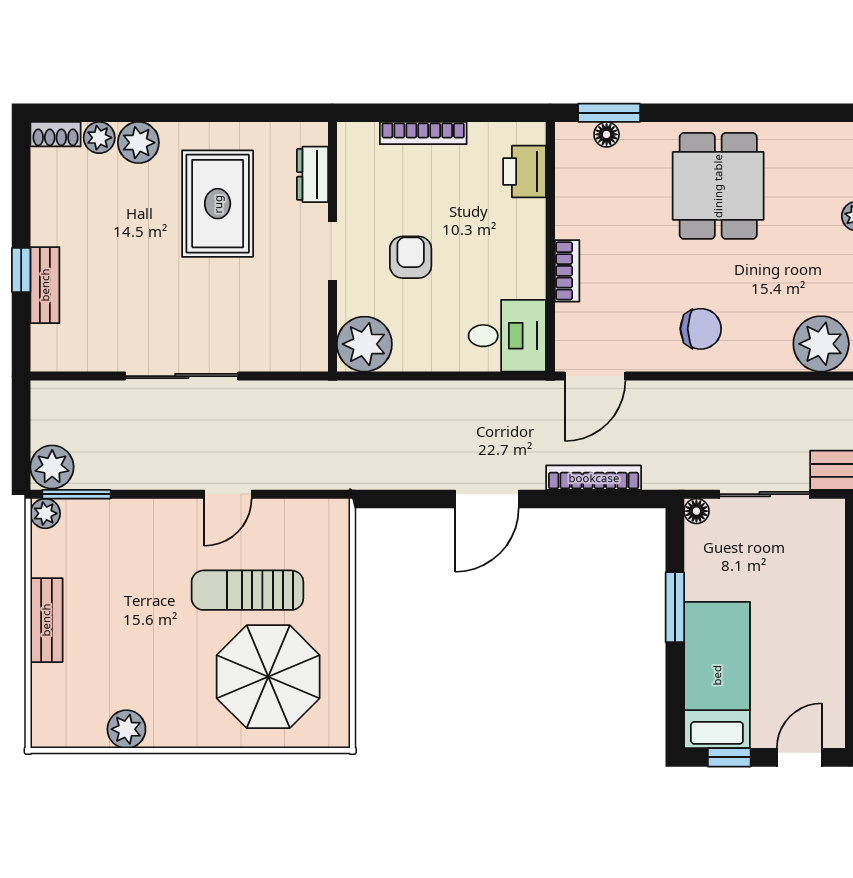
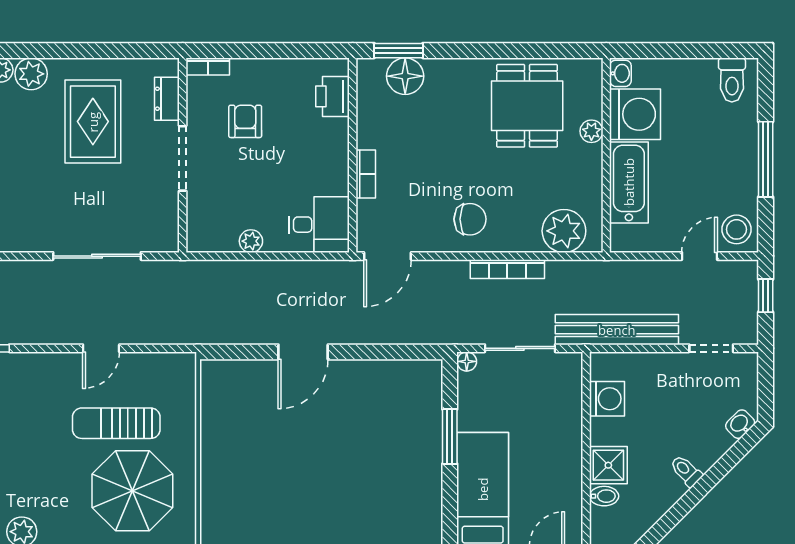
bookcase: (423, 133) -> (208, 66), moved, width x0.64
floor lamp: (607, 134) -> (405, 76), width x1.89, depth x1.89
dining table: (718, 186) -> (527, 106), moved
doorway: (332, 251) -> (183, 158), width x1.38
armchair: (411, 257) -> (245, 121), moved
plant: (364, 344) -> (251, 241), moved, width x0.53, depth x0.53
sliding door: (182, 376) -> (97, 256), moved
bookcase: (594, 478) -> (507, 269), moved, turned 180

